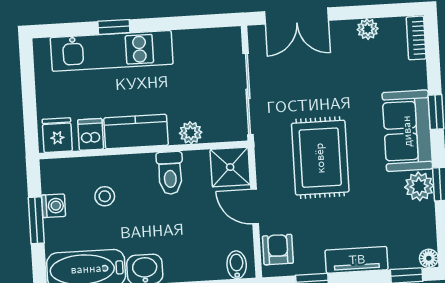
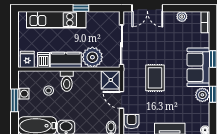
window: (114, 27) -> (81, 8), moved
plant: (191, 133) -> (92, 57), width x1.88, depth x1.88
rug: (320, 158) -> (155, 78), width x0.73, depth x0.70
toilet: (170, 173) -> (67, 81), moved

